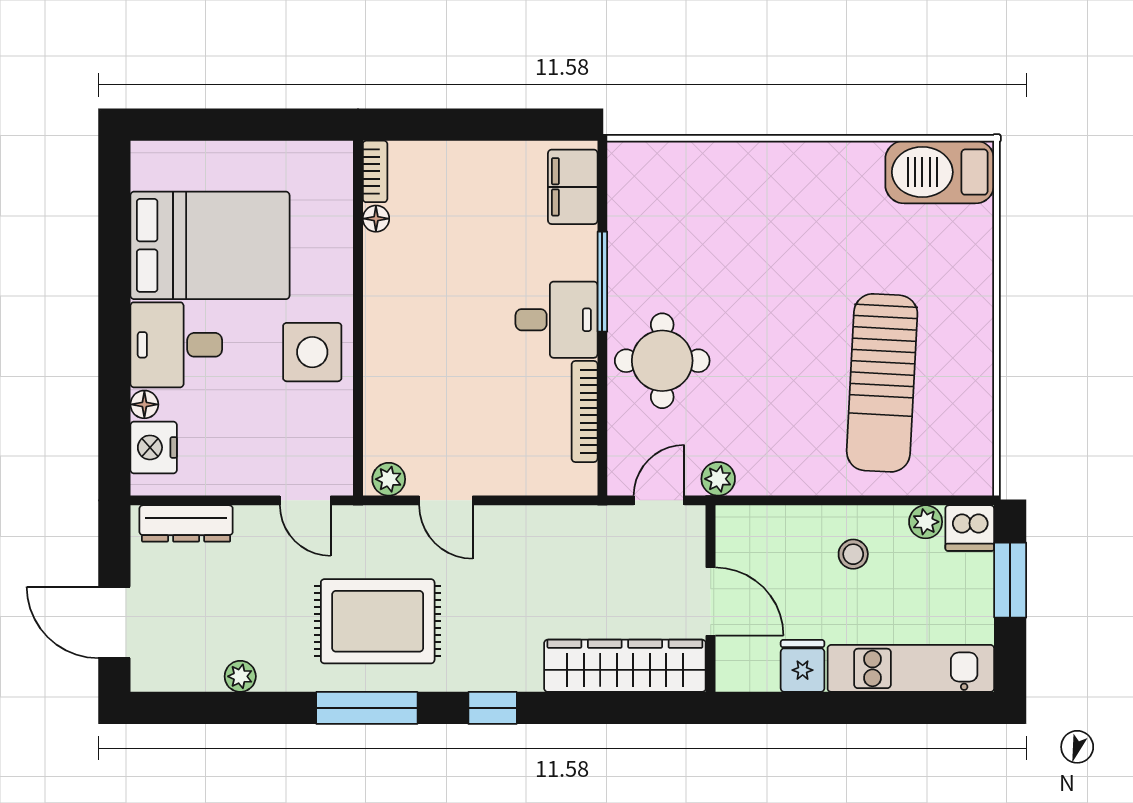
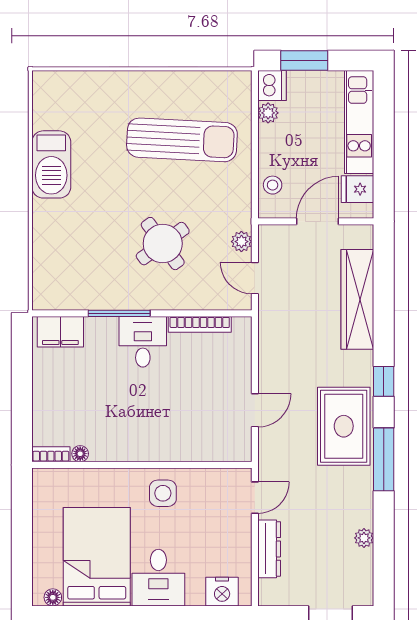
barbecue: (940, 172) -> (51, 164), moved
side table: (312, 352) -> (163, 493), width x0.73, depth x0.73
round table: (662, 361) -> (163, 244), moved, turned -36
floor lamp: (144, 404) -> (53, 597), moved
plant: (389, 479) -> (242, 446), removed
dresser: (186, 523) -> (269, 549), moved
stool: (853, 554) -> (273, 185), moved
wall: (711, 599) -> (316, 221), moved
door: (711, 602) -> (318, 221), moved
rug: (378, 621) -> (344, 426), moved

